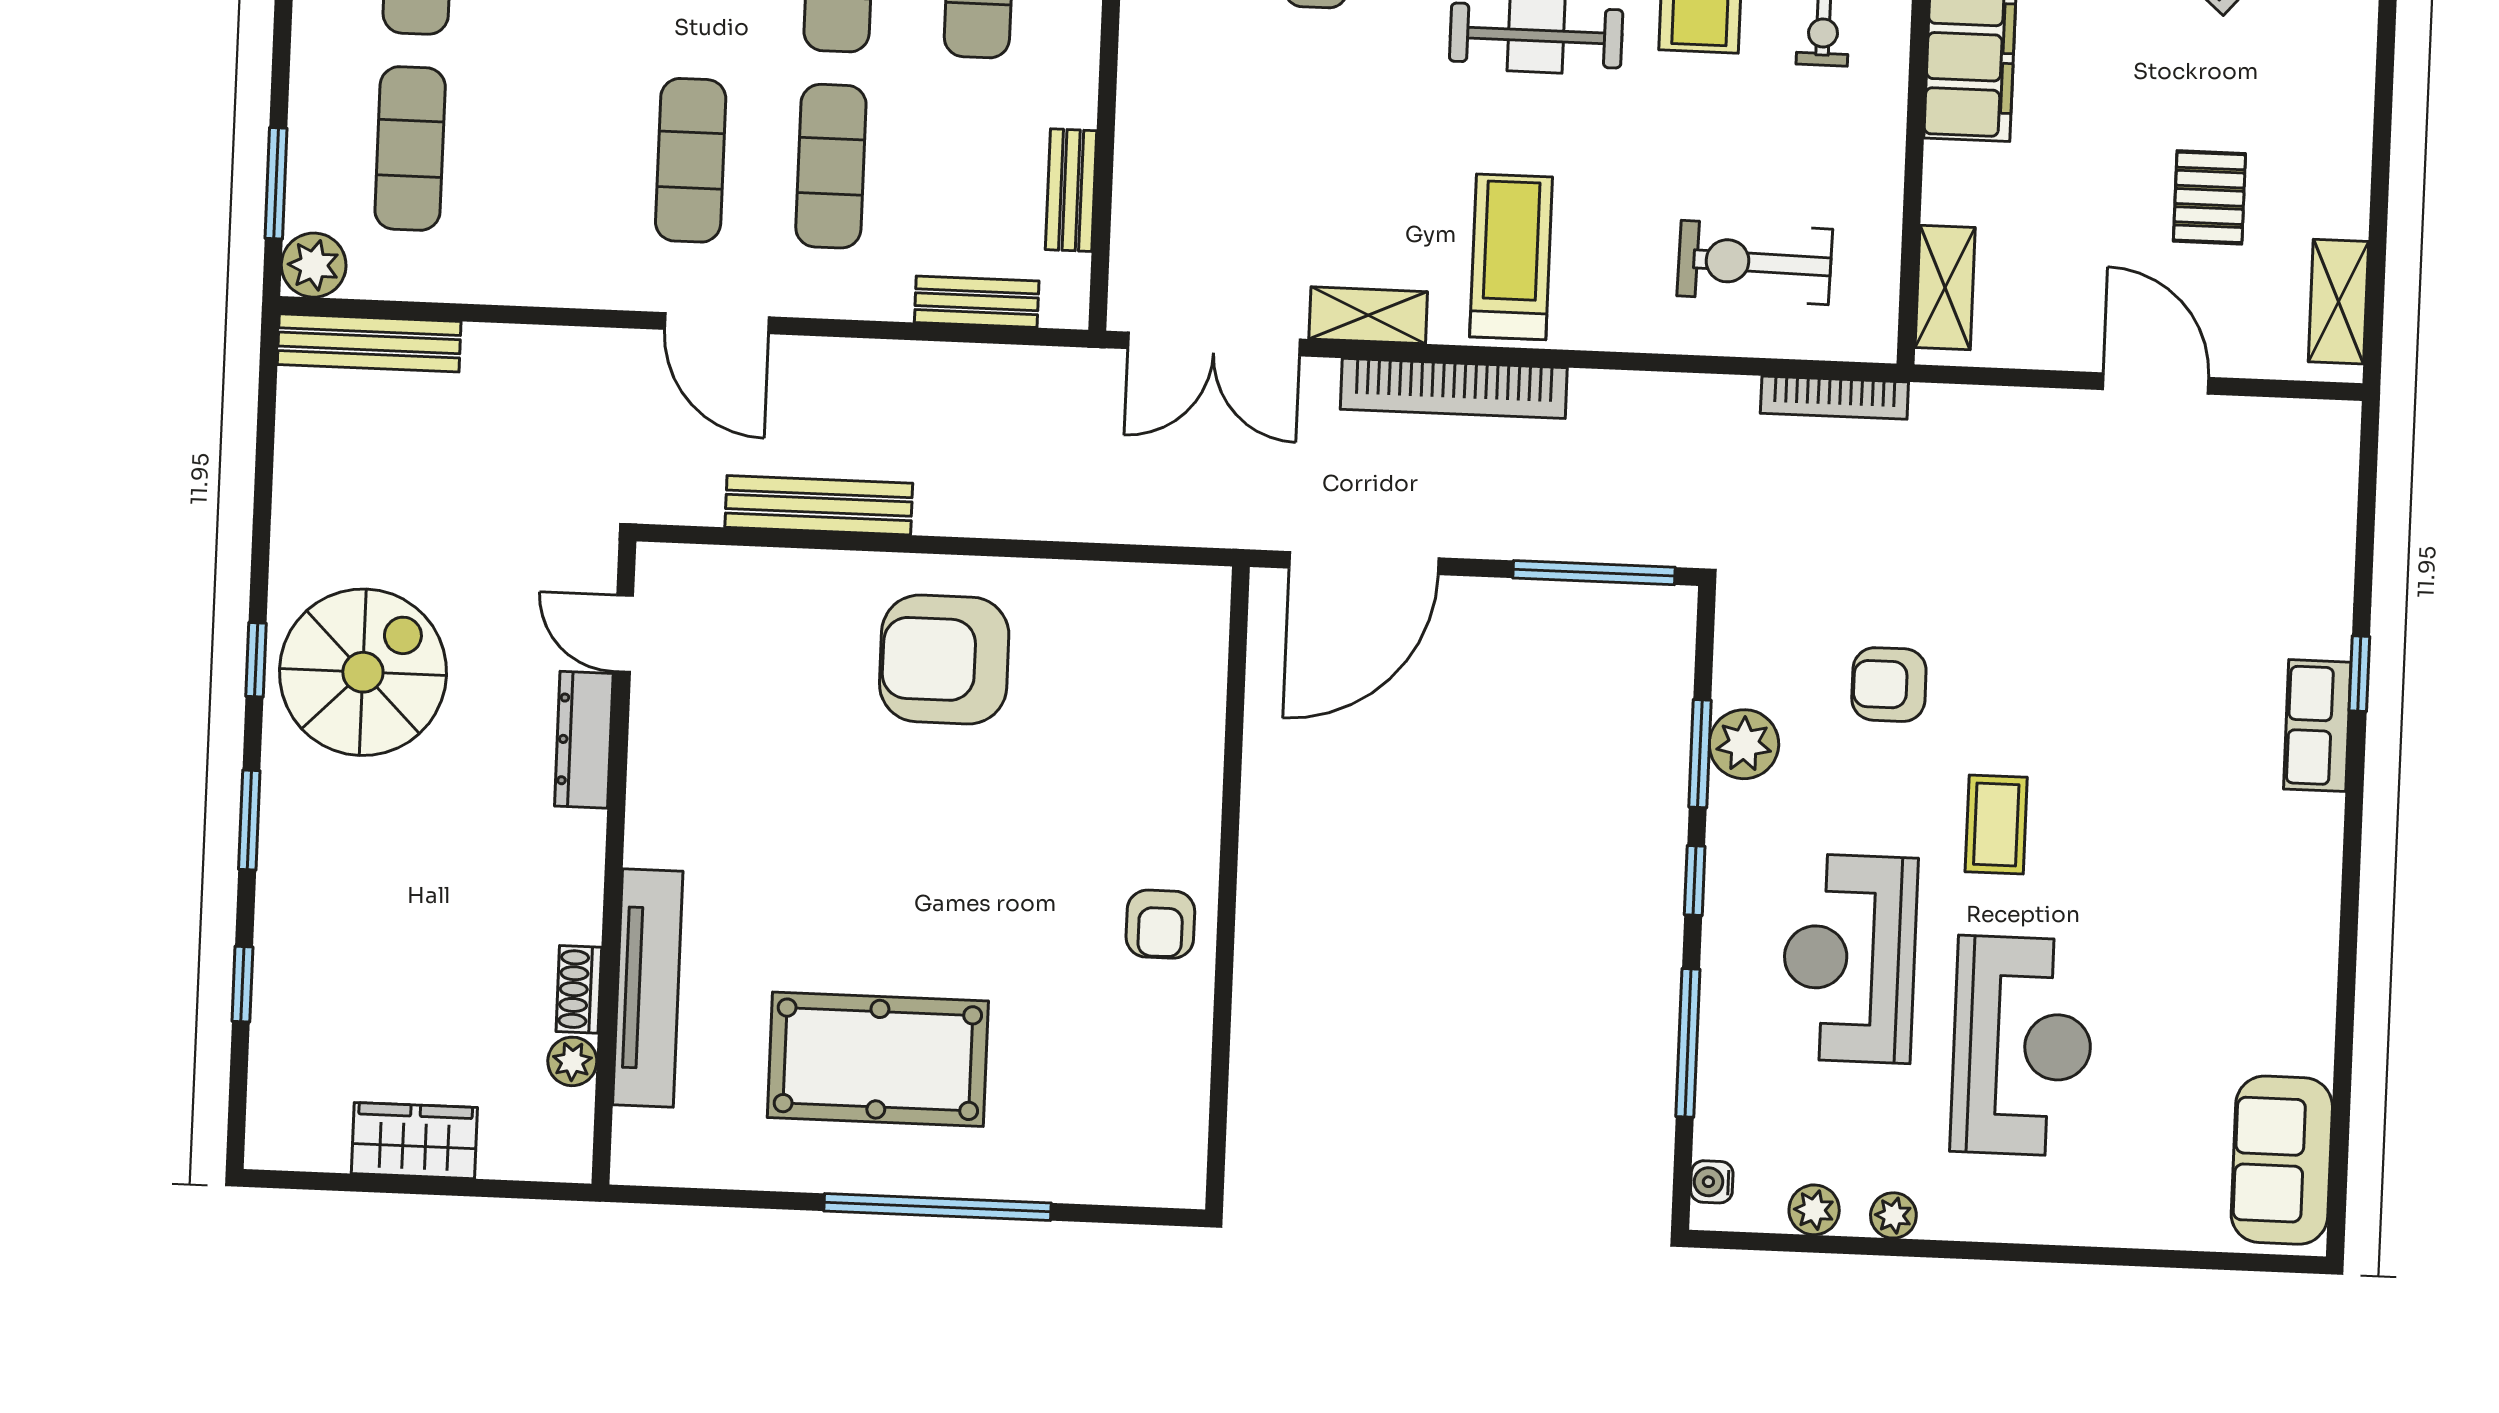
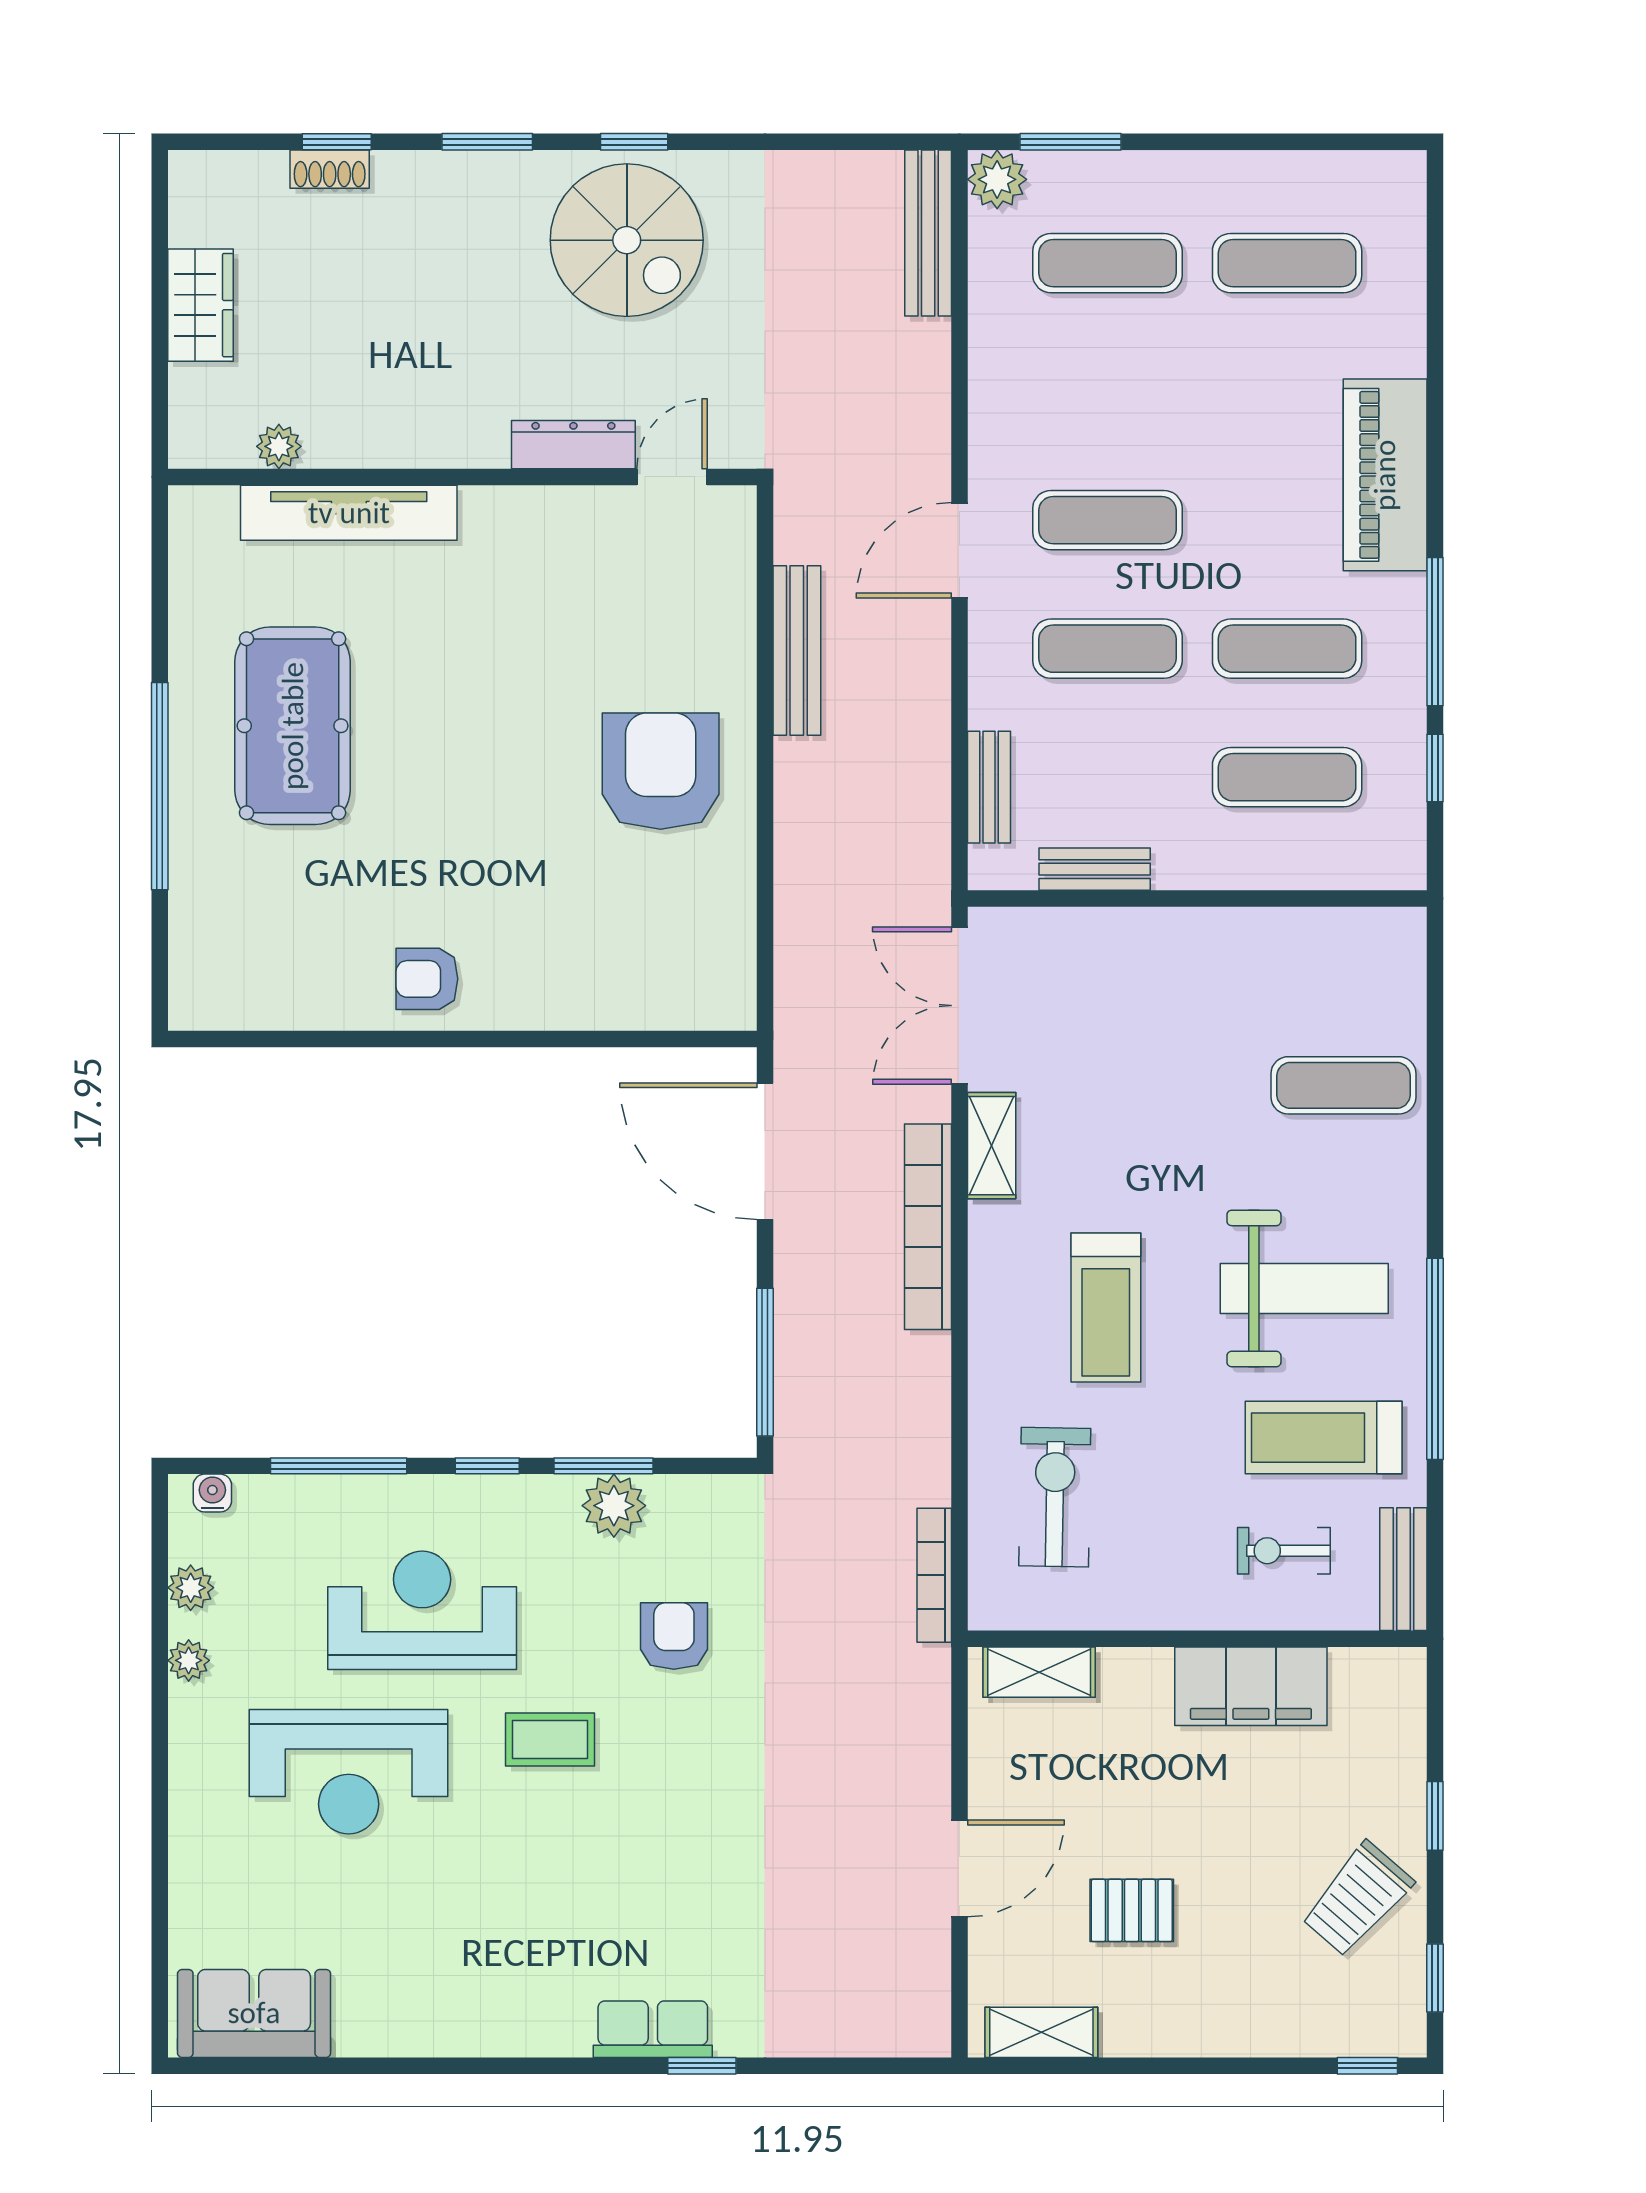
treadmill: (1511, 257) -> (1106, 1308), moved, turned 90
shoe rack: (579, 989) -> (330, 169), moved, turned 180

